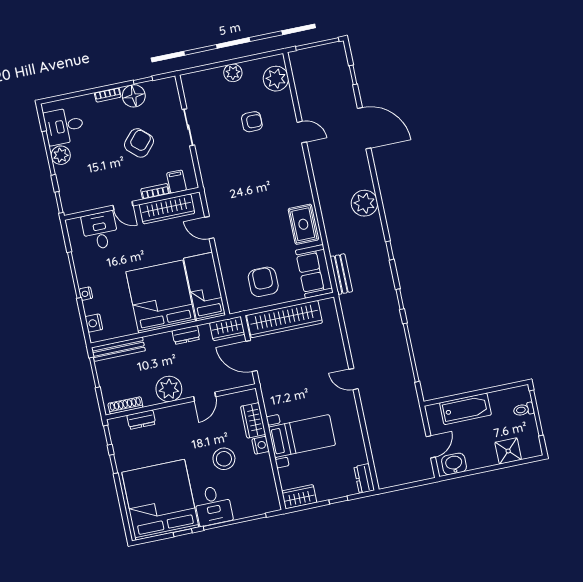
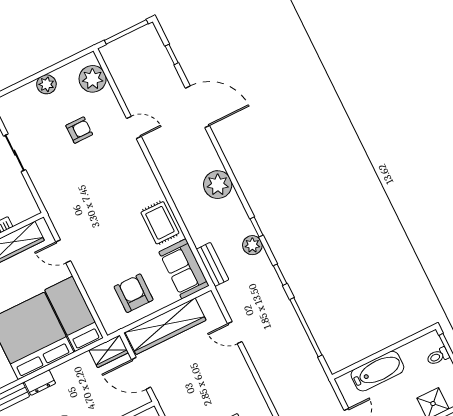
filing cabinet: (176, 182) -> (17, 212), removed
plant: (382, 266) -> (252, 245), added
dresser: (186, 335) -> (40, 383), moved
door: (353, 379) -> (235, 333), moved

